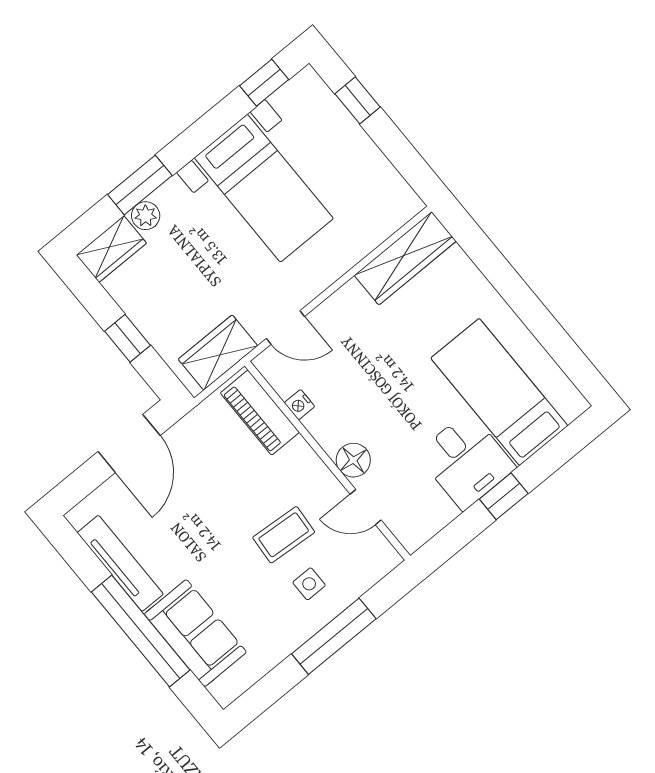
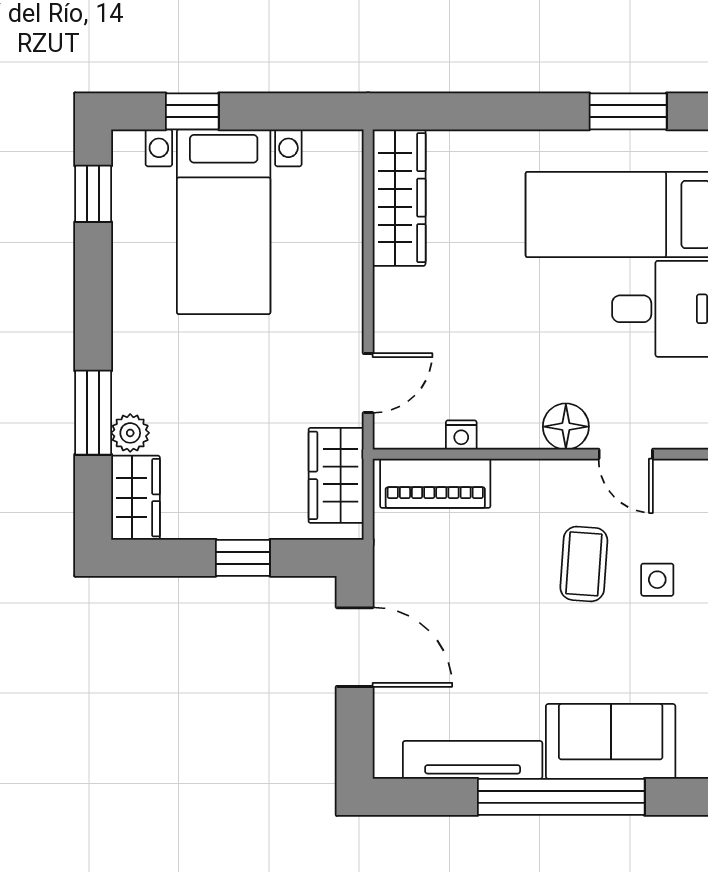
bed with nightstands: (264, 188) -> (224, 222), moved, turned 90
window: (562, 348) -> (628, 111), added
door: (366, 507) -> (626, 454), hinge flipped

